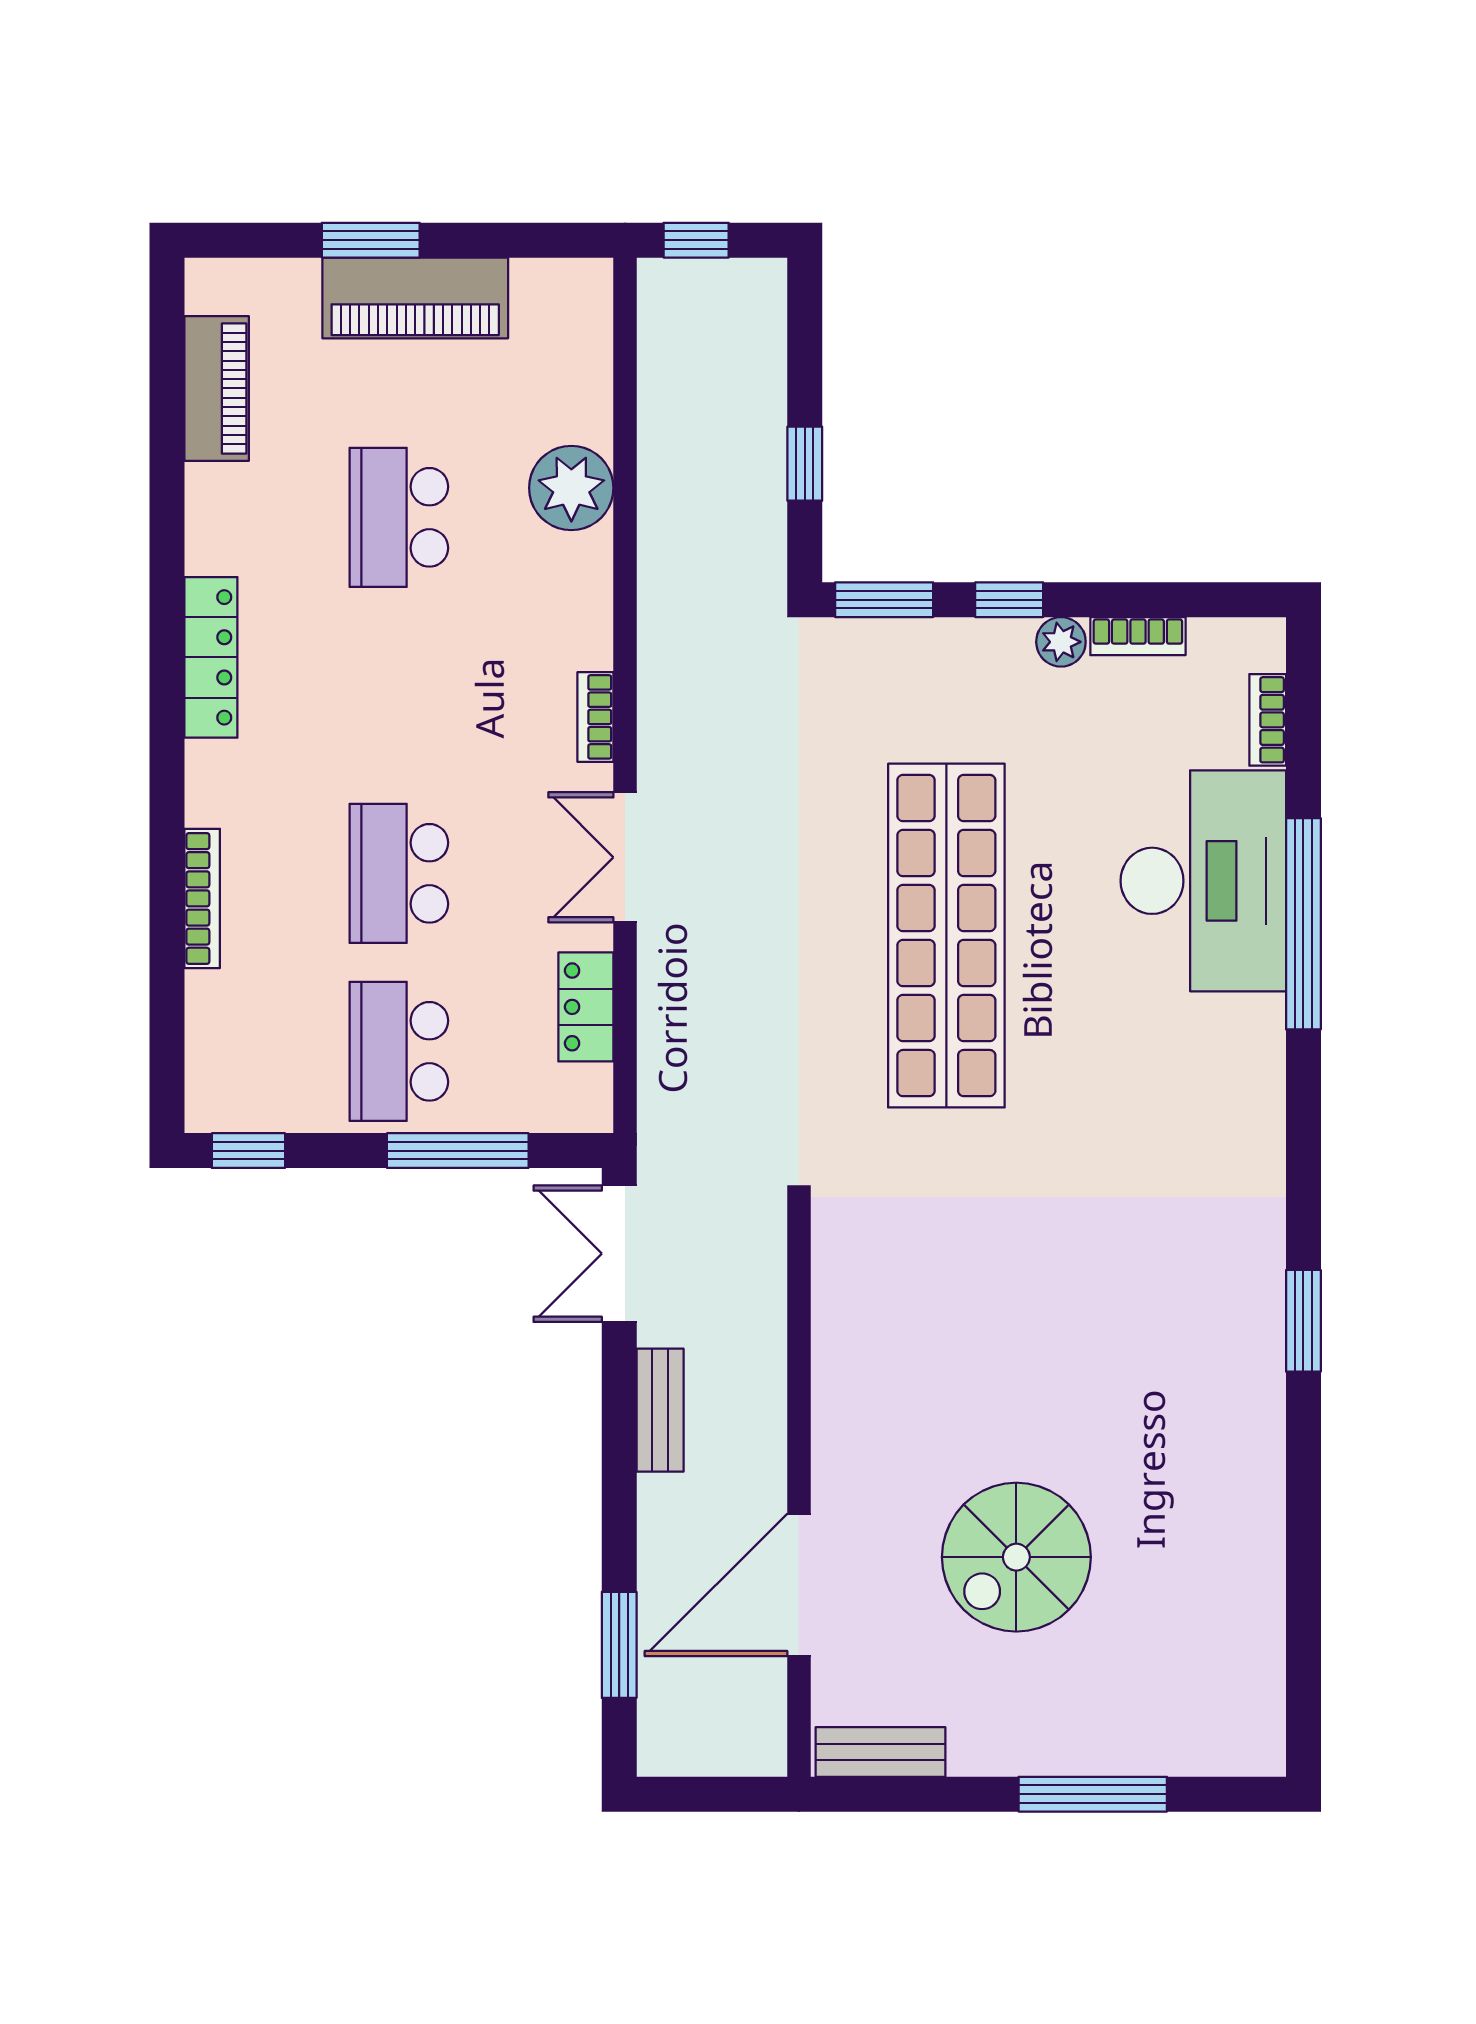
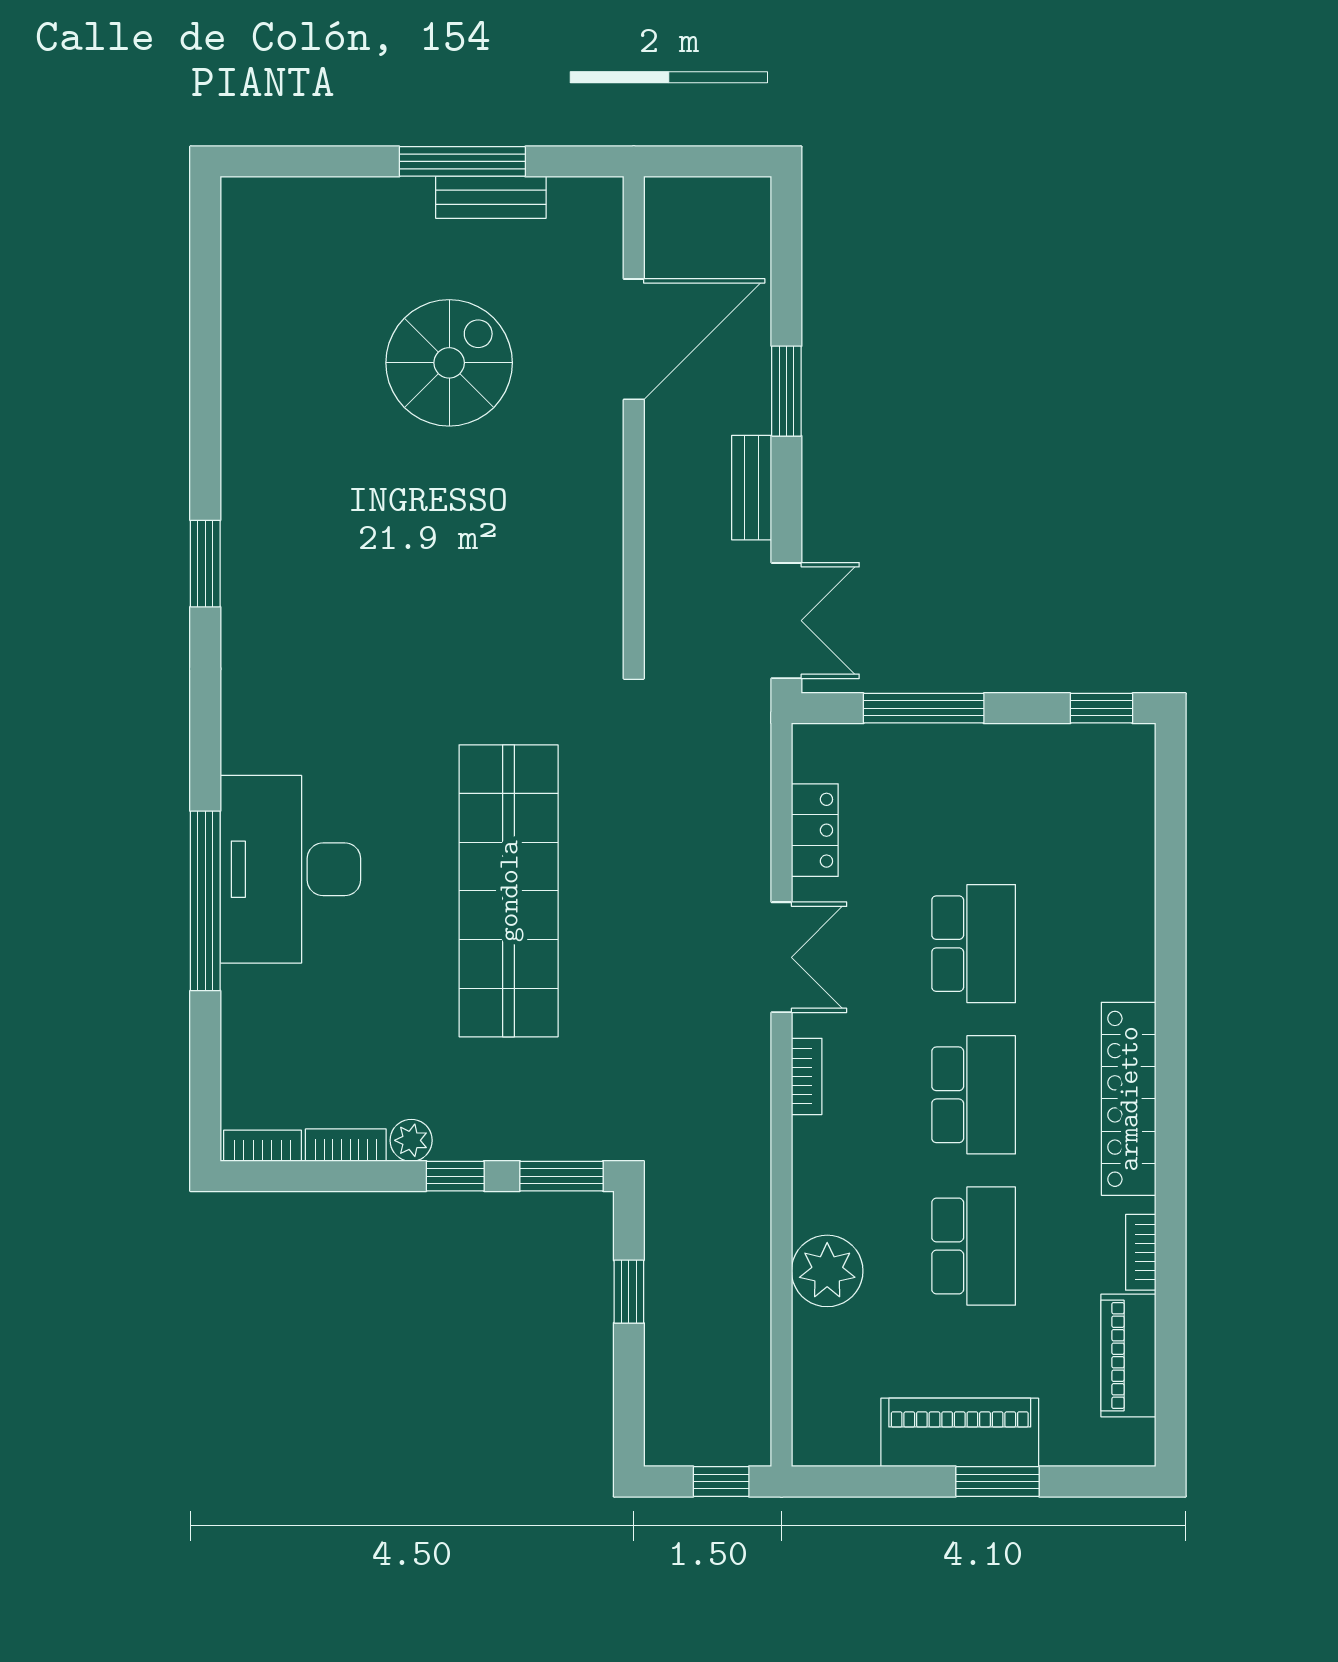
locker: (211, 657) -> (1129, 1099), width x1.41, depth x1.21
bookcase: (1268, 720) -> (263, 1146), moved, turned -90
desk: (1203, 881) -> (290, 869), moved
bookcase: (202, 898) -> (1141, 1252), moved, width x0.64
school desk: (399, 1051) -> (974, 1095), moved
window: (619, 1645) -> (786, 391), moved
bench: (881, 1752) -> (491, 197), moved
window: (1093, 1794) -> (462, 161), moved

